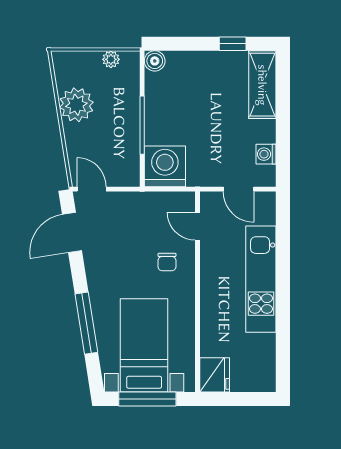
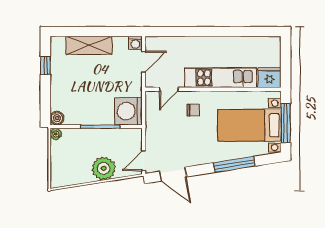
plant: (111, 59) -> (56, 134), moved
shelving: (262, 85) -> (89, 45), moved
plant: (76, 105) -> (104, 168), moved
washing machine: (266, 154) -> (135, 43), moved
kitchen unit: (261, 279) -> (220, 77), moved, turned 180

